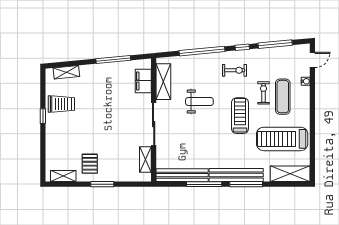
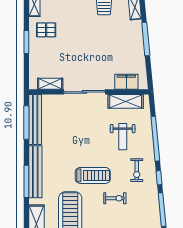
window: (113, 60) -> (146, 39), moved
exercise mat: (283, 97) -> (111, 217), removed
weight bench: (199, 101) -> (123, 137), moved
window: (204, 184) -> (26, 122), moved

